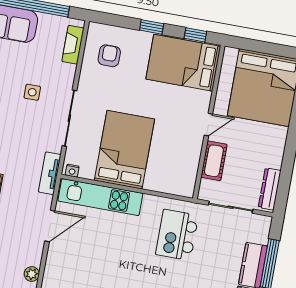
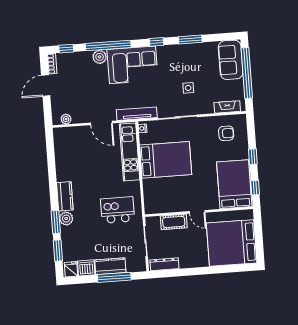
tv unit: (50, 173) -> (137, 114), width x1.41

